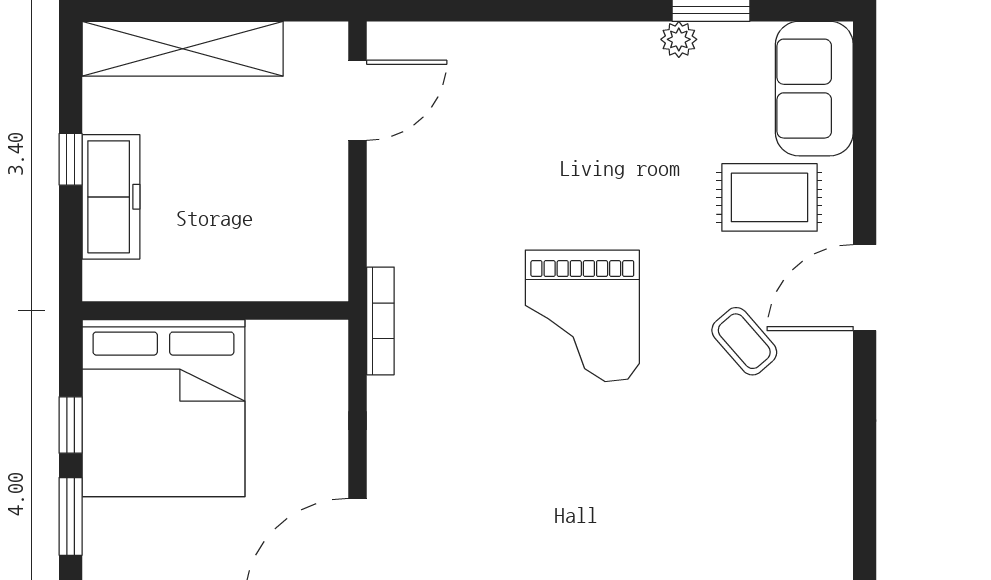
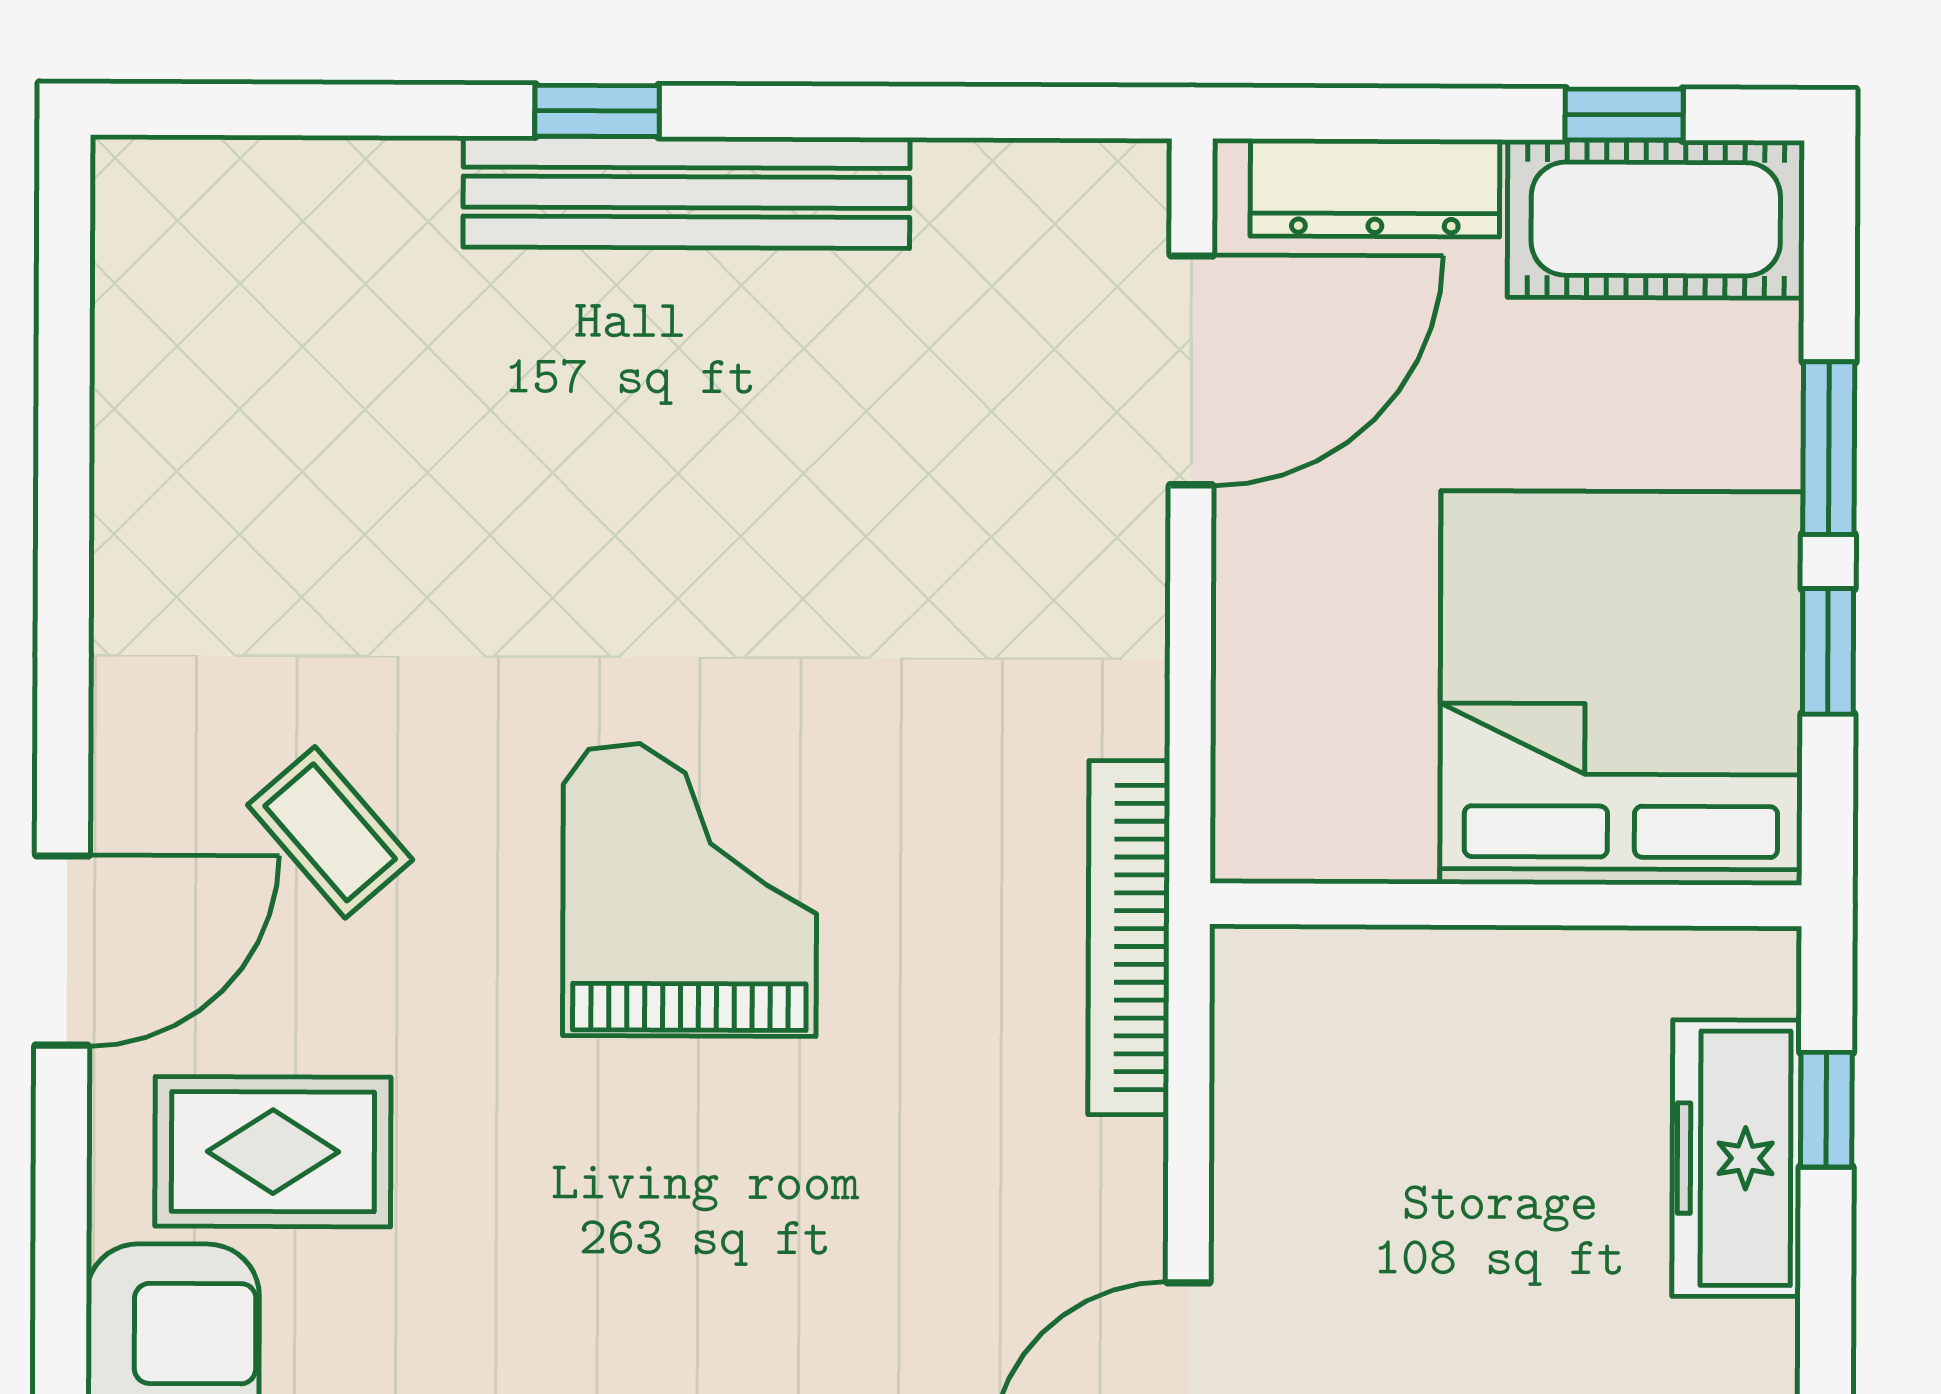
window: (71, 159) -> (1826, 1110), moved
bookcase: (380, 321) -> (1129, 938), width x1.48, depth x1.31

